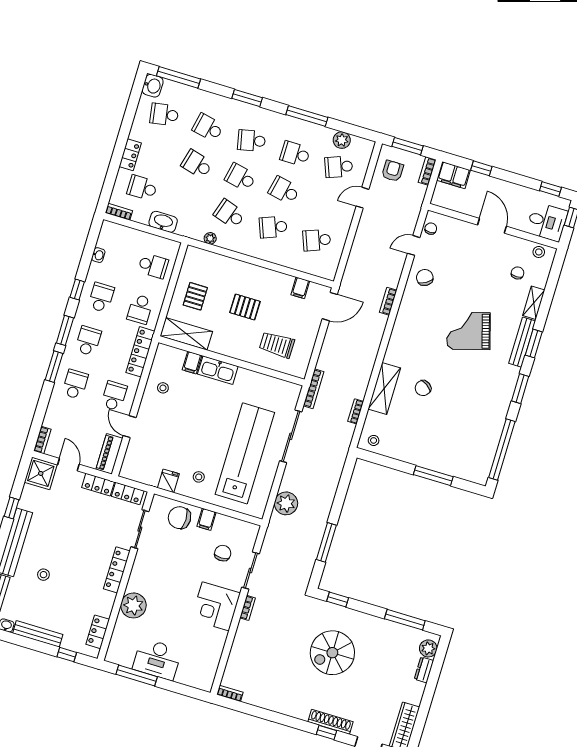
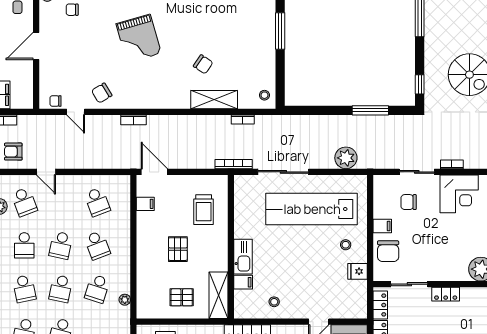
locker: (117, 570) -> (446, 294), width x0.66

